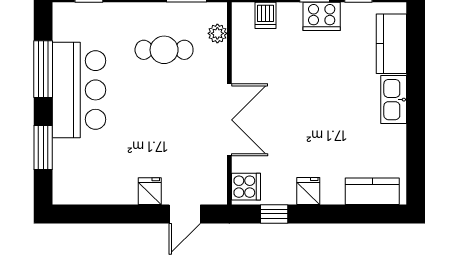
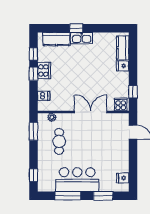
window: (416, 88) -> (76, 28), added
fridge: (150, 191) -> (123, 178), moved
fridge: (308, 191) -> (123, 66), moved

